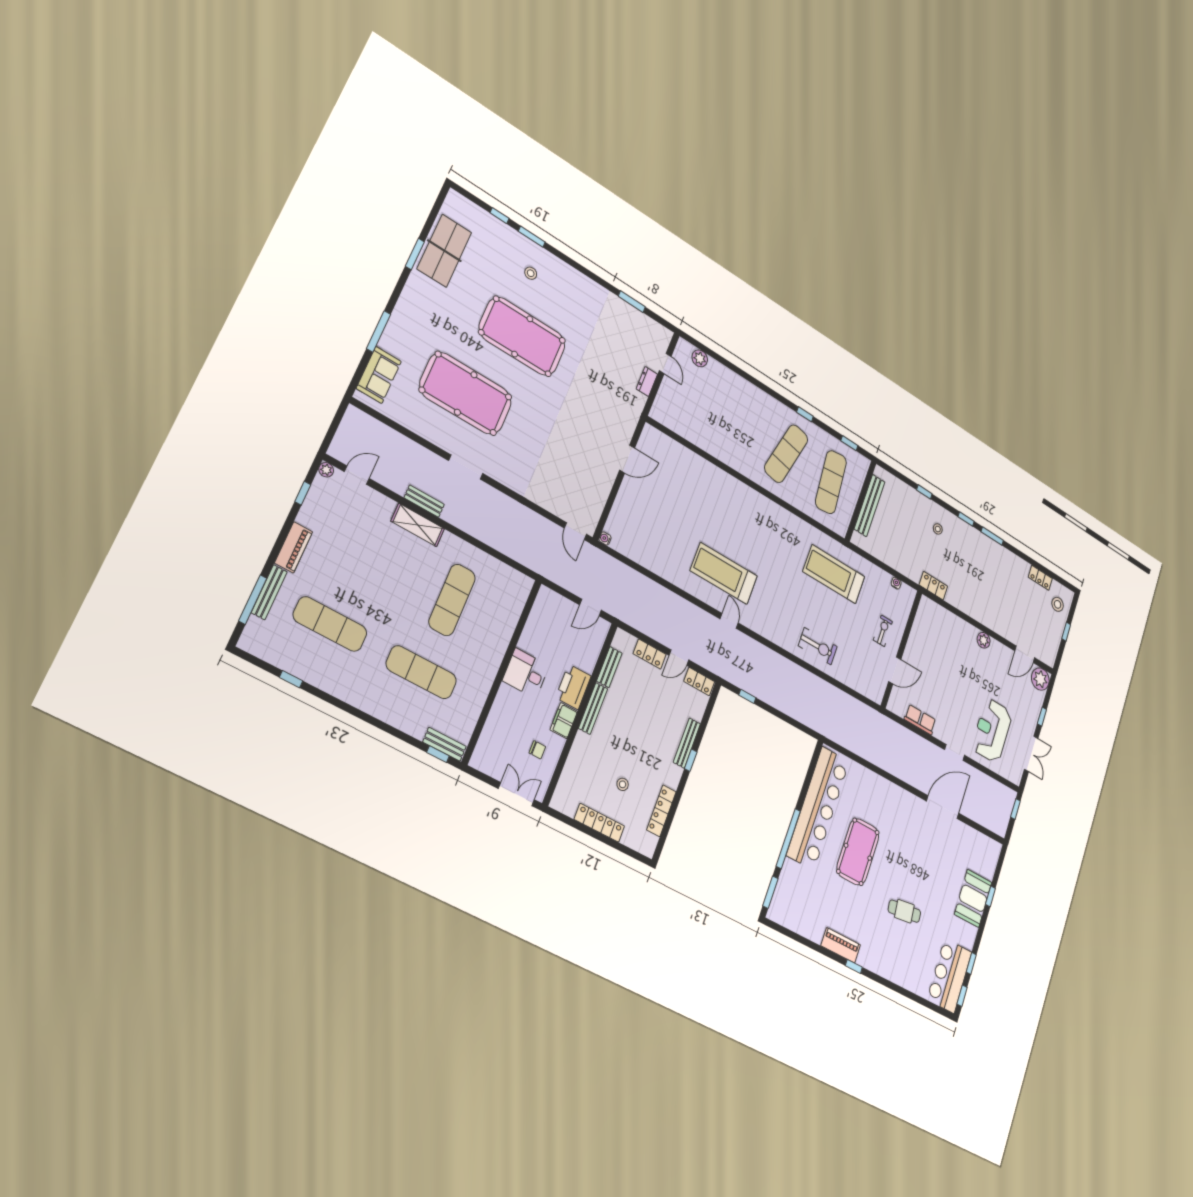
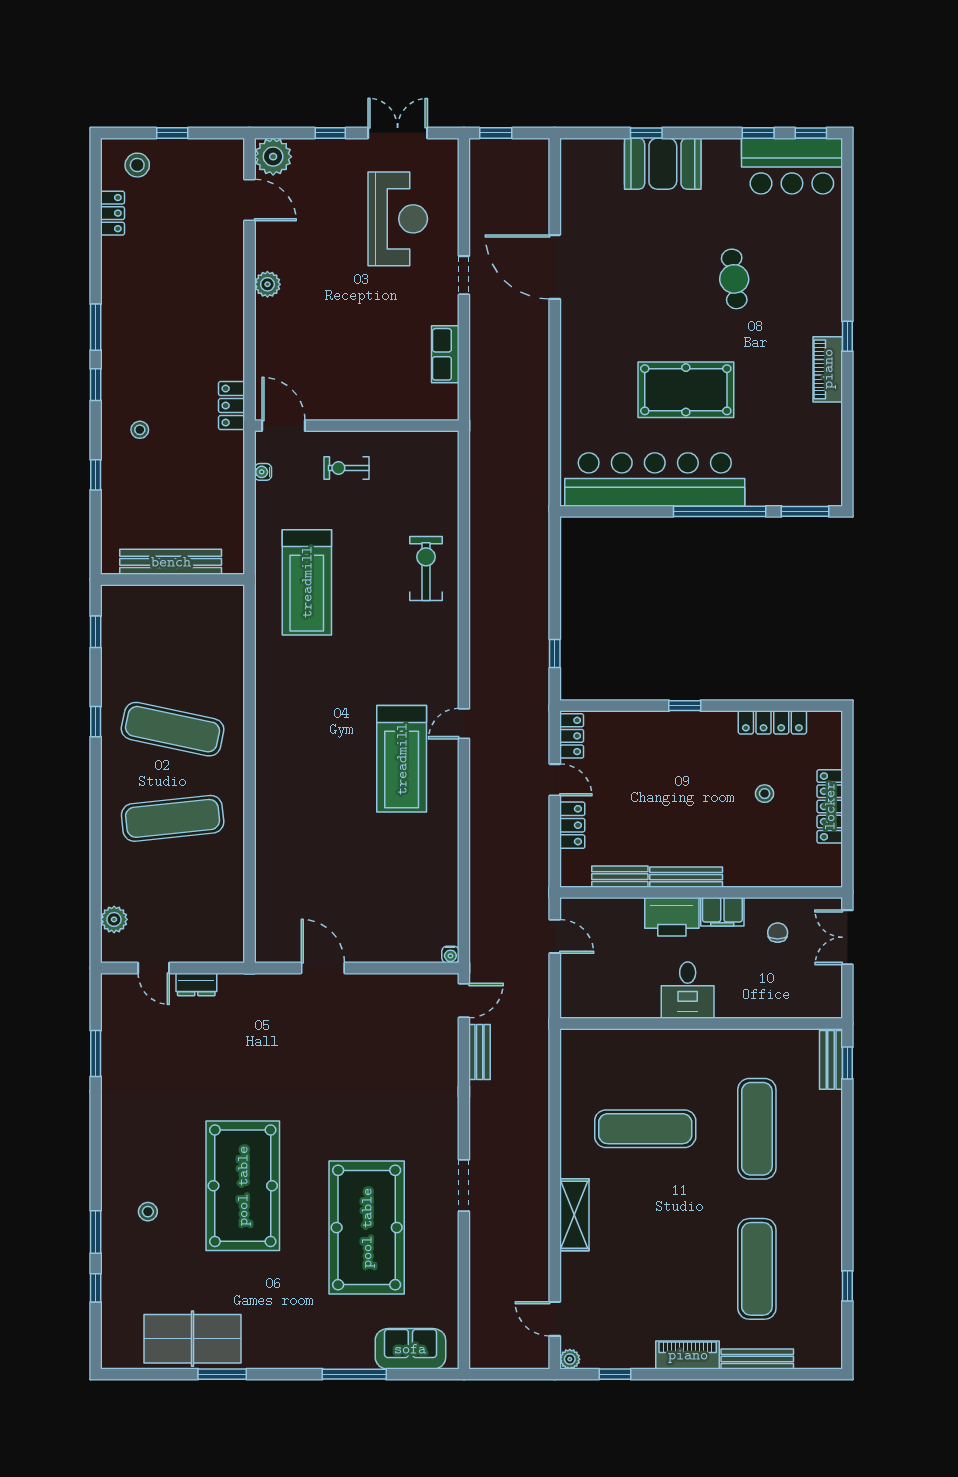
door: (665, 363) -> (154, 968), swing flipped
exercise mat: (831, 482) -> (173, 818), moved
bench: (424, 501) -> (480, 1052), moved
window: (253, 600) -> (776, 1374), removed
door: (895, 670) -> (283, 426), moved
reception desk: (992, 731) -> (398, 219), turned -90
bench: (687, 743) -> (664, 721), removed

